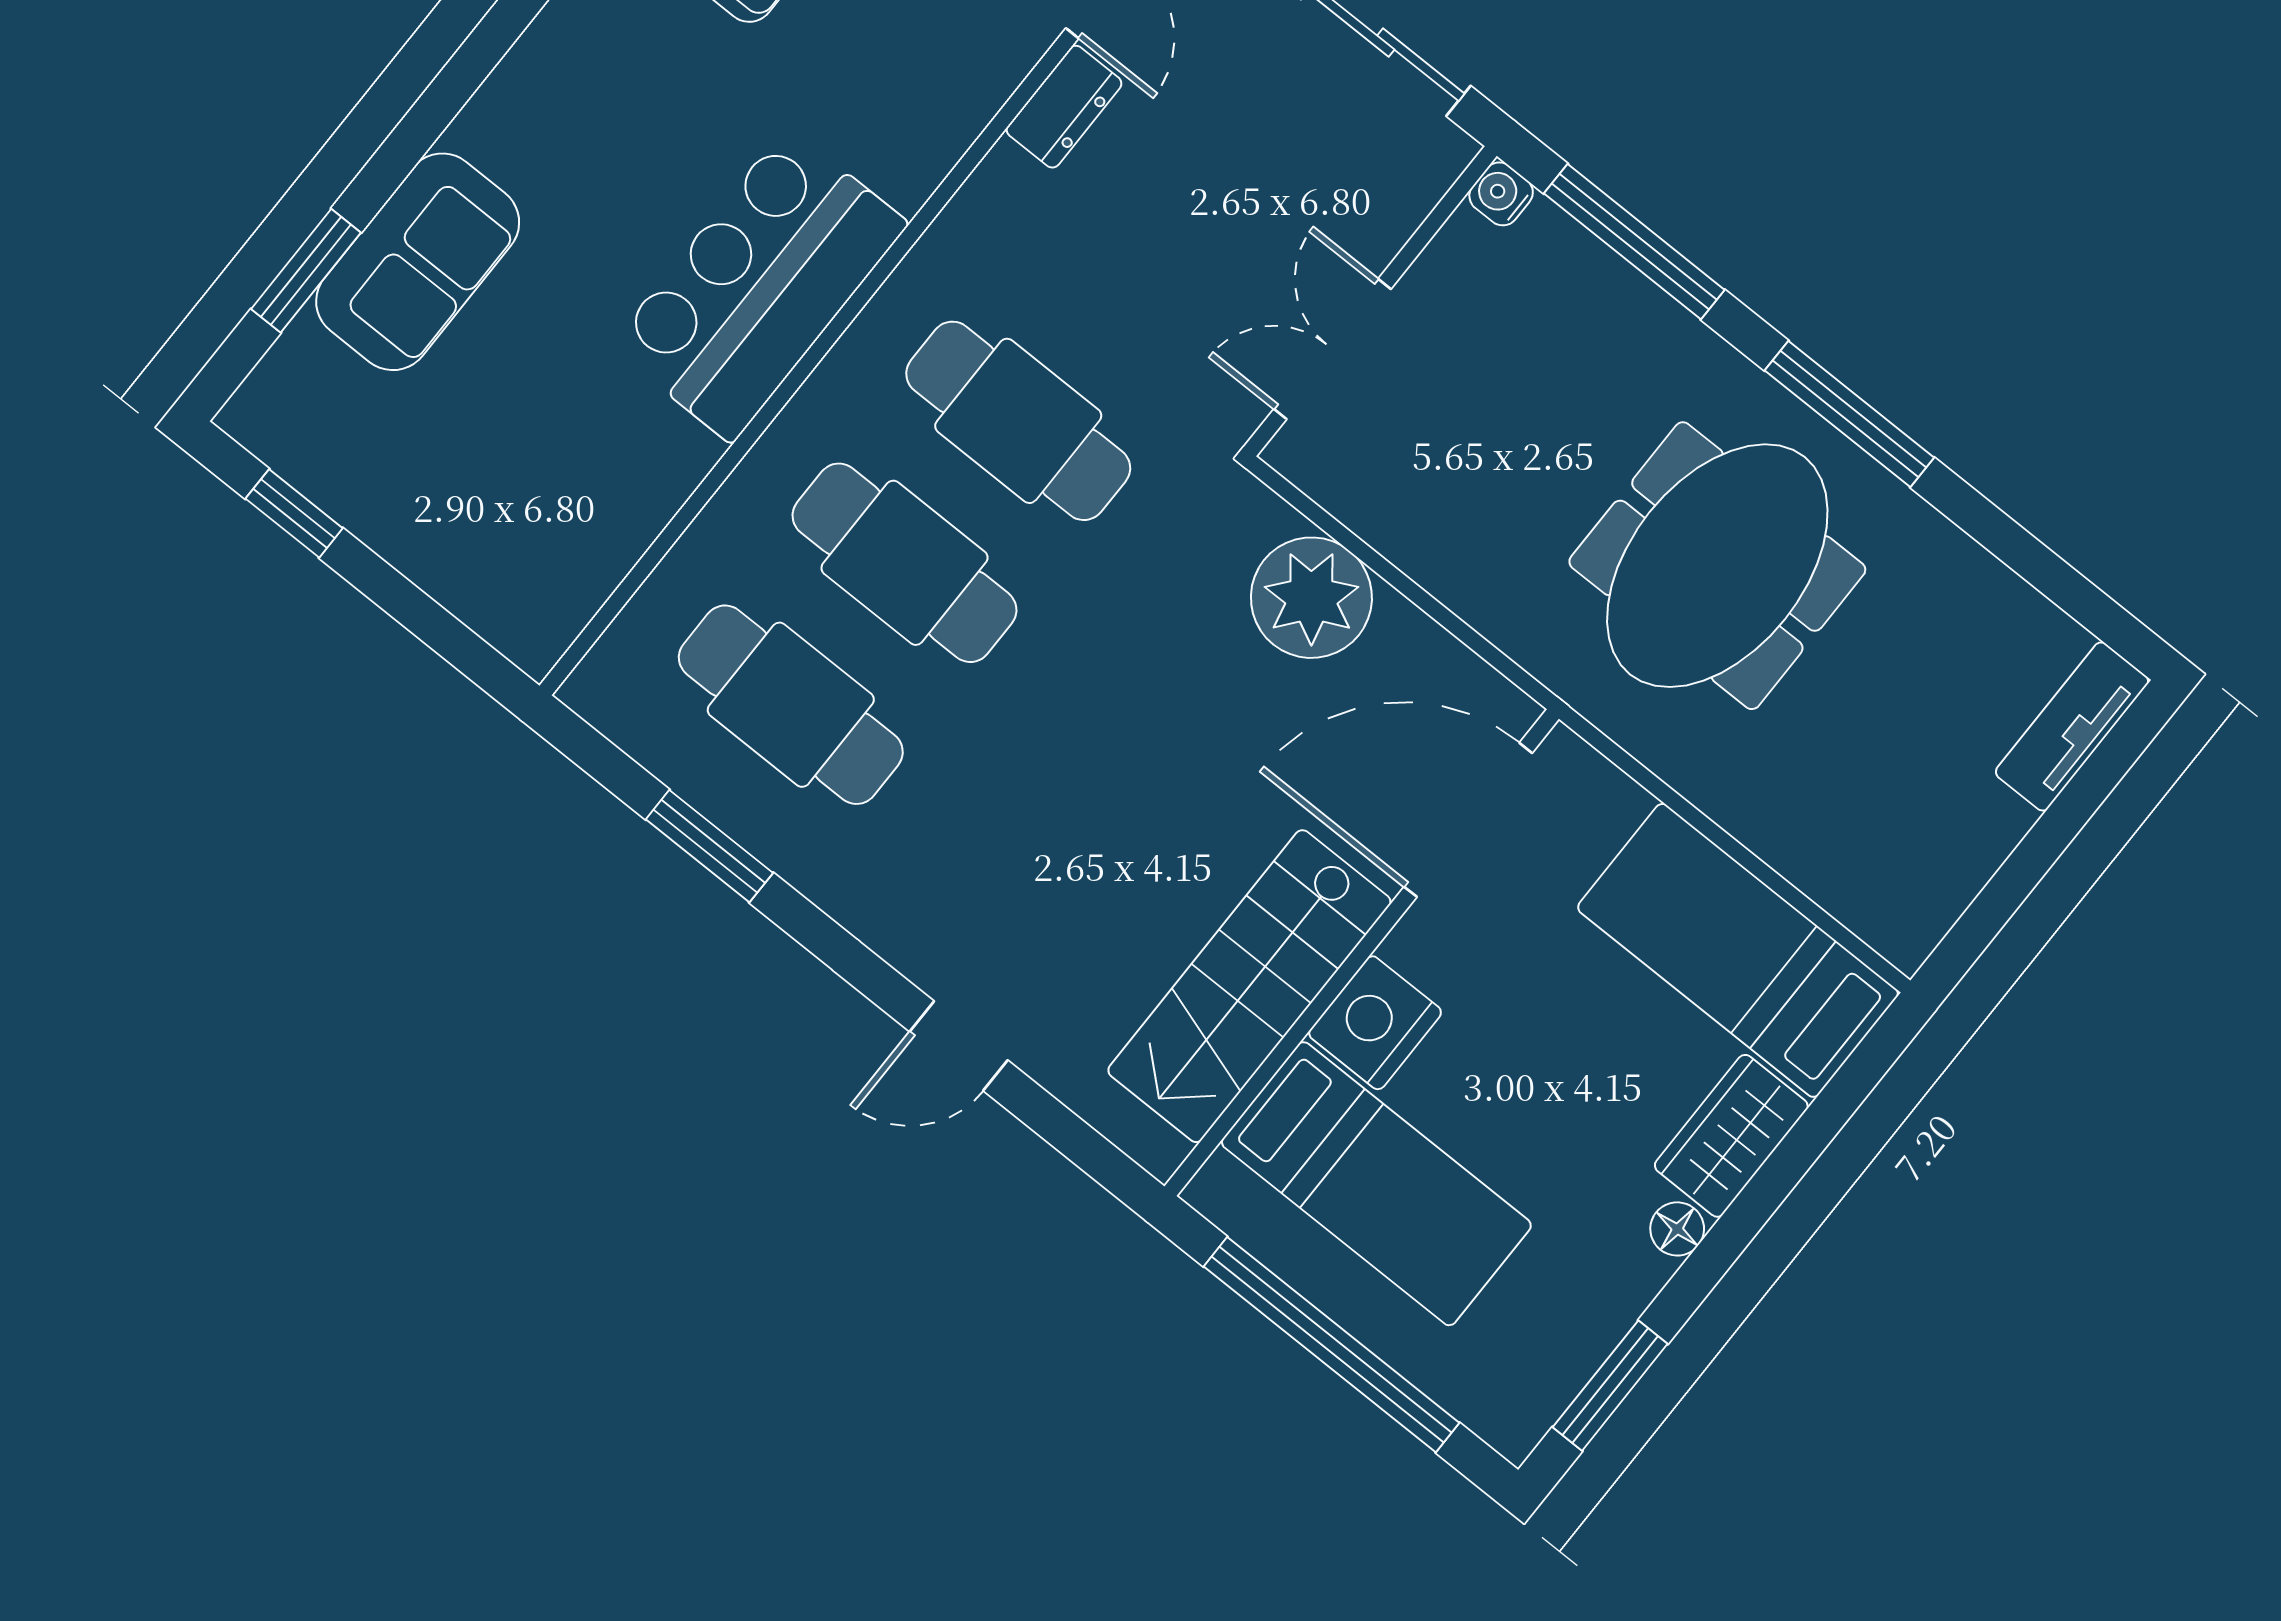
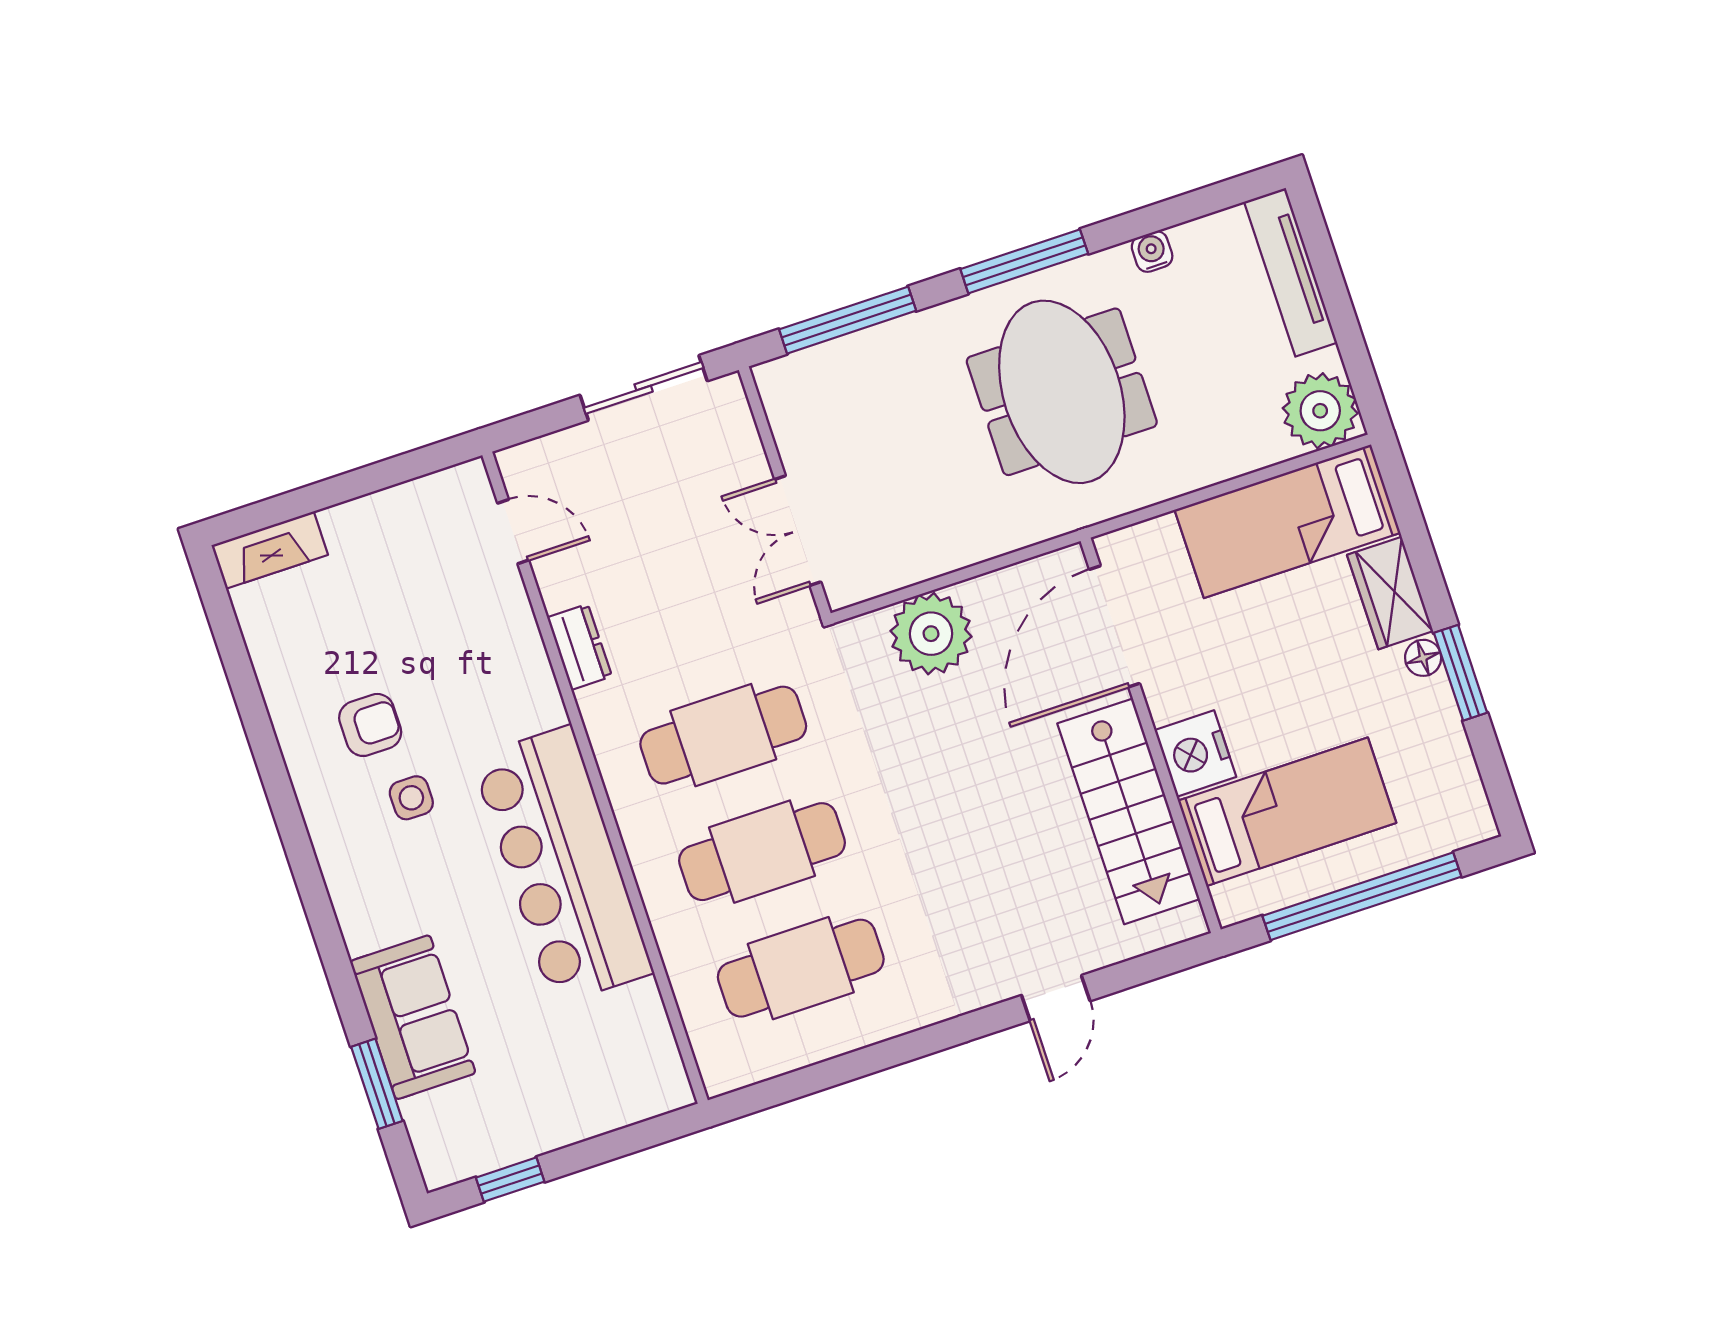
side table: (689, 83) -> (411, 798), added
dresser: (1064, 107) -> (580, 647), moved
water cooler: (1501, 194) -> (1152, 252), moved, turned 90
bar counter: (759, 285) -> (562, 865), width x1.36
tv unit: (2072, 726) -> (1291, 272), width x1.41
window: (709, 846) -> (851, 1066), removed
plant: (1902, 902) -> (1320, 411), added
window: (1610, 1386) -> (1461, 673), moved

